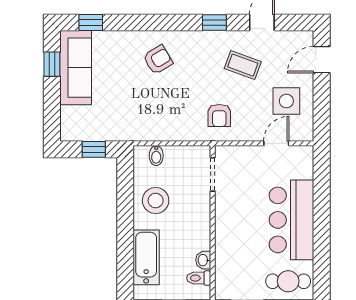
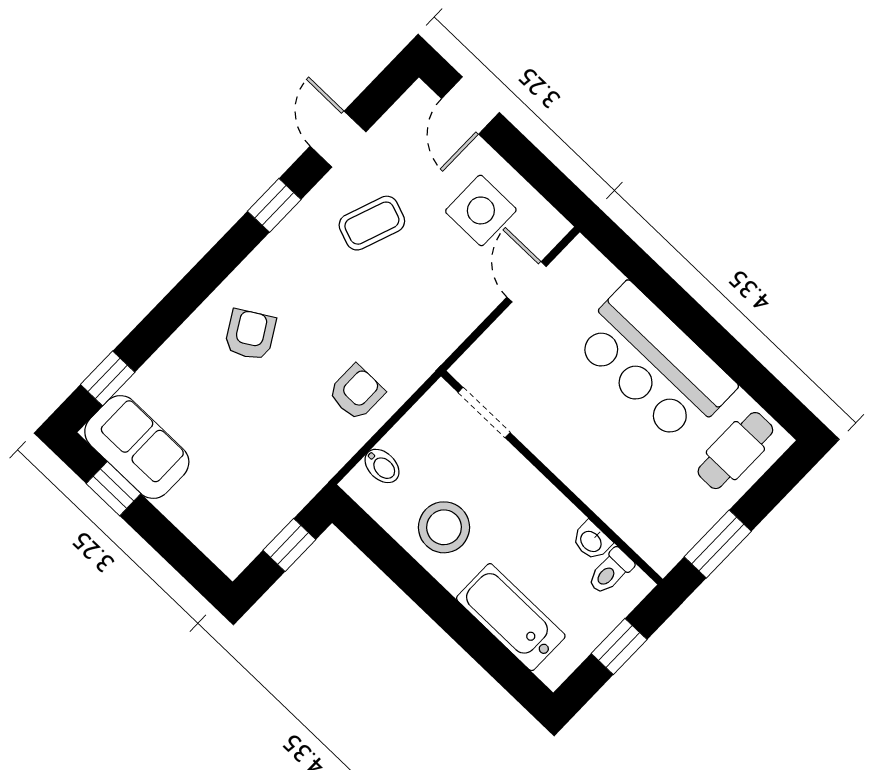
sofa: (76, 68) -> (137, 447), width x0.73
armchair: (219, 115) -> (356, 392), moved, turned -90

